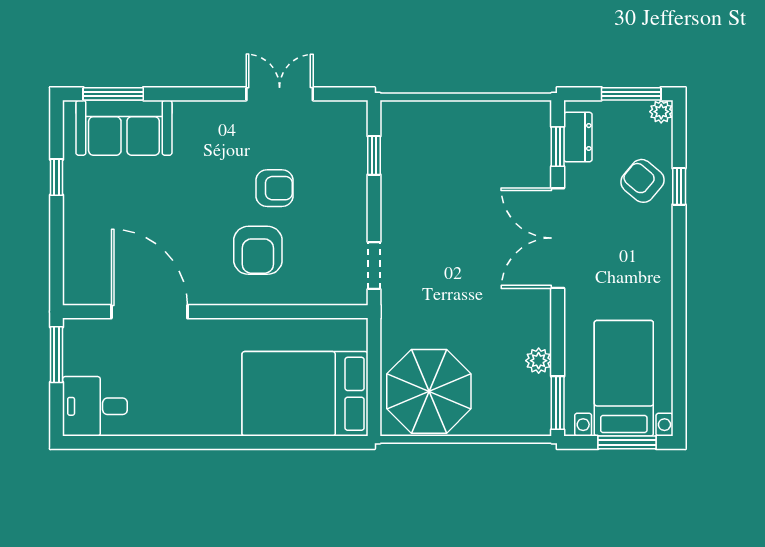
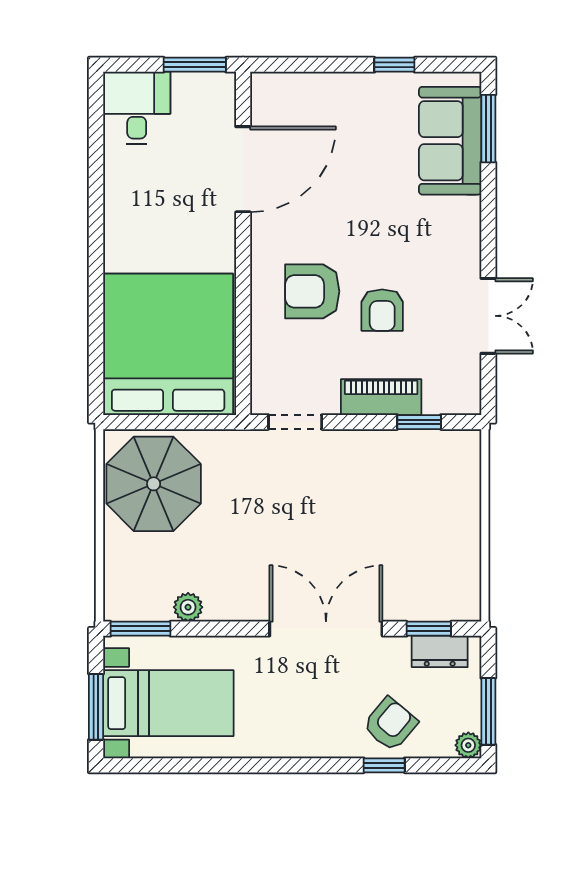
piano: (352, 189) -> (381, 397), added
bed: (305, 394) -> (168, 344), width x1.36

